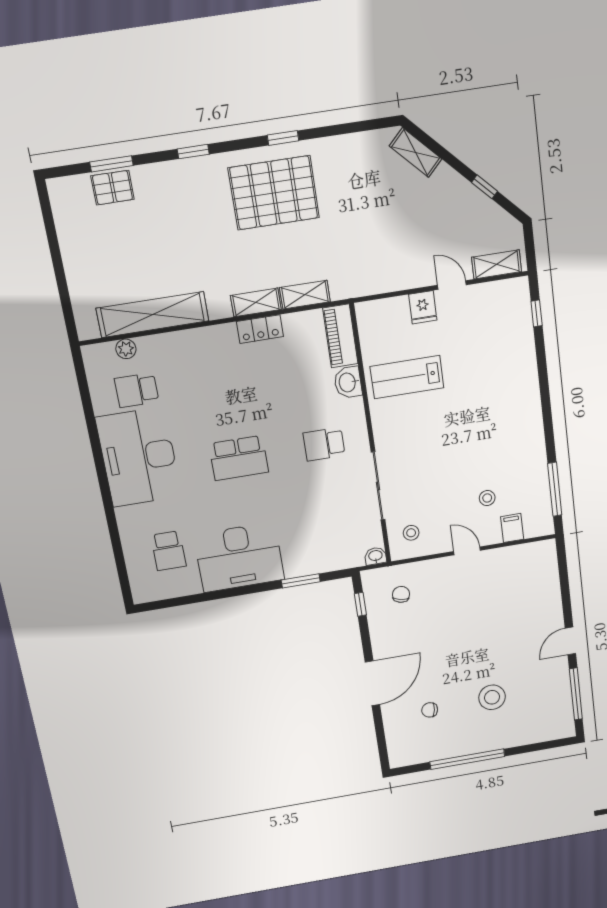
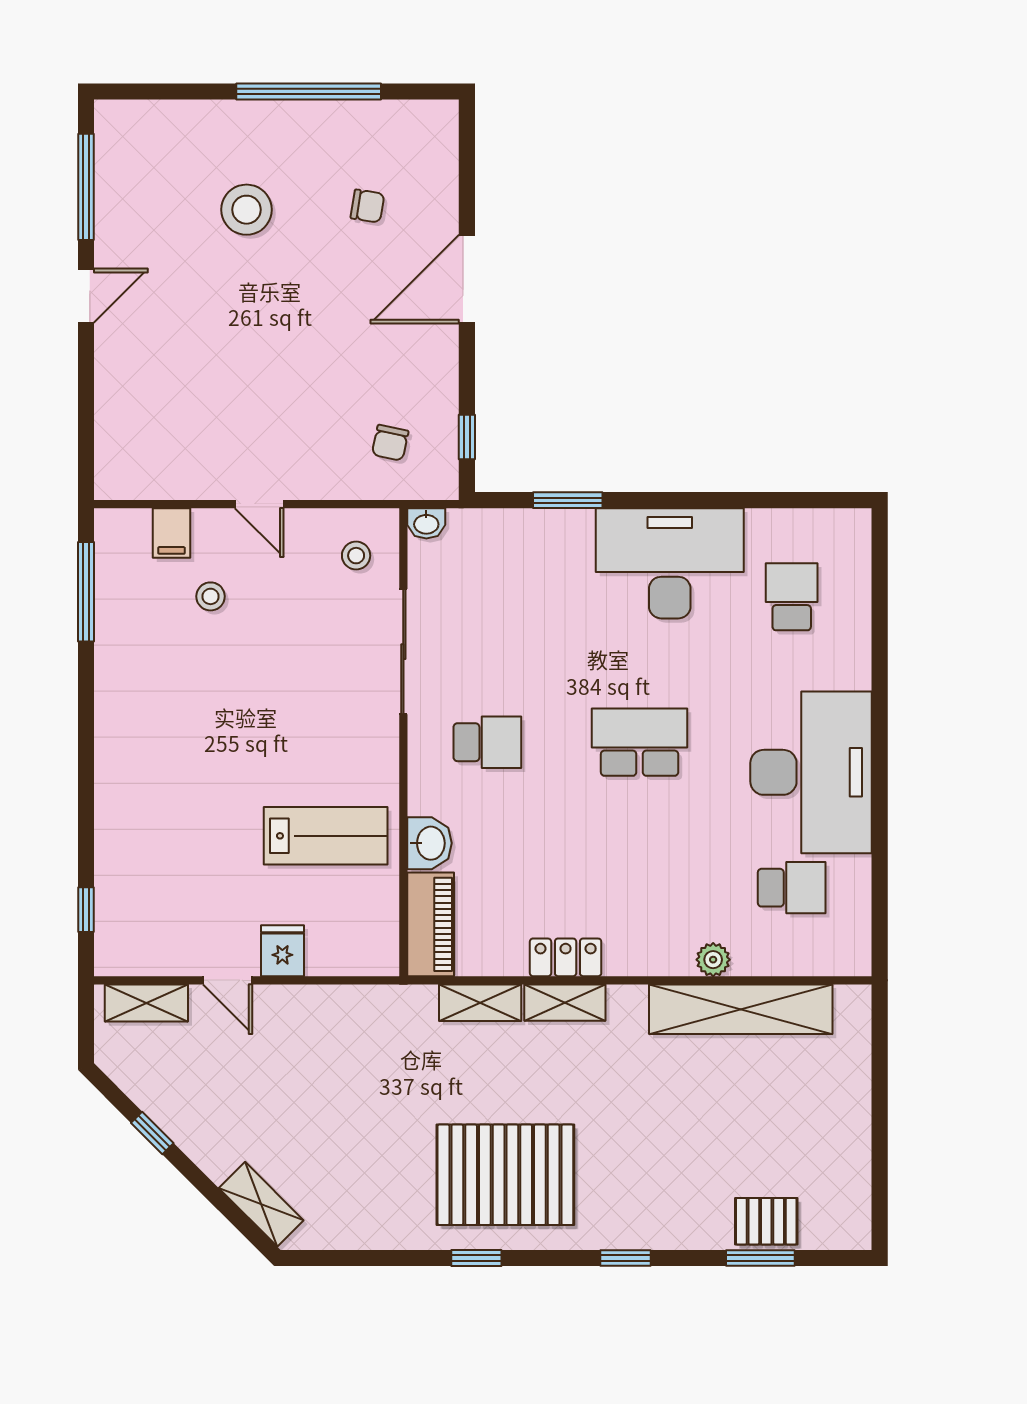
plant: (126, 349) -> (713, 960), moved

